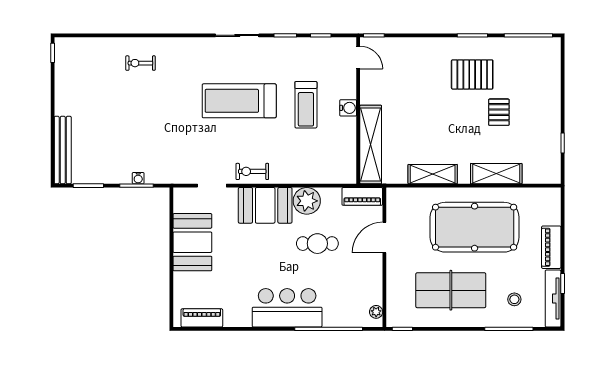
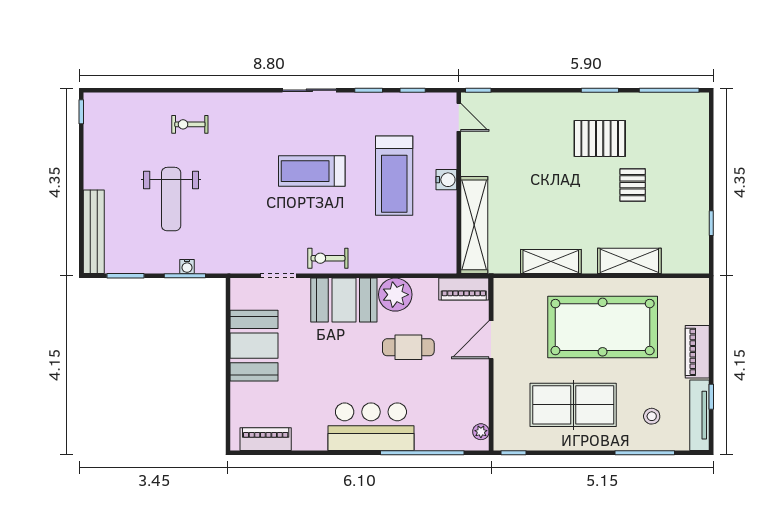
treadmill: (239, 101) -> (312, 171), width x0.73, depth x0.73
treadmill: (306, 105) -> (394, 176), width x1.37, depth x1.38
weight bench: (125, 124) -> (171, 199), added

